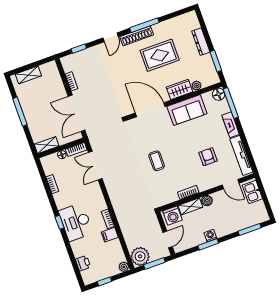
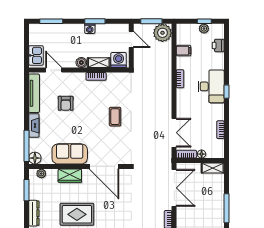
plant: (196, 86) -> (41, 174), moved
filing cabinet: (110, 235) -> (184, 51), moved
door: (168, 239) -> (131, 39), swing flipped
plant: (124, 267) -> (204, 29), moved

